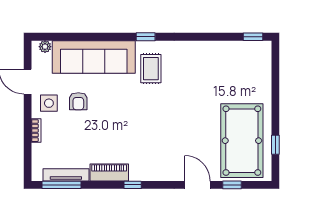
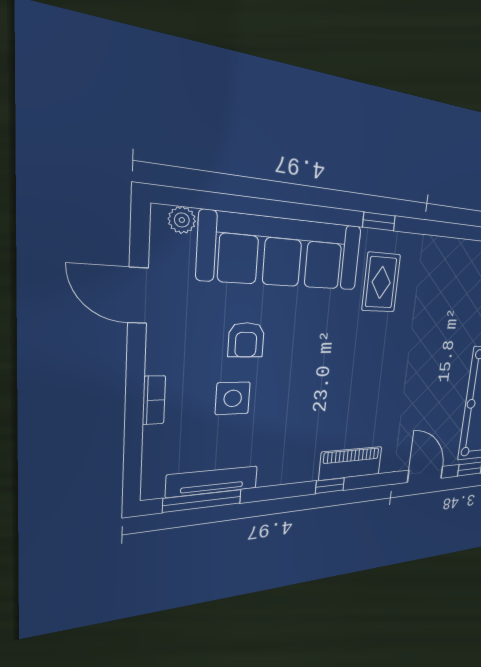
side table: (49, 103) -> (233, 398), moved
piano: (109, 173) -> (351, 463), moved

